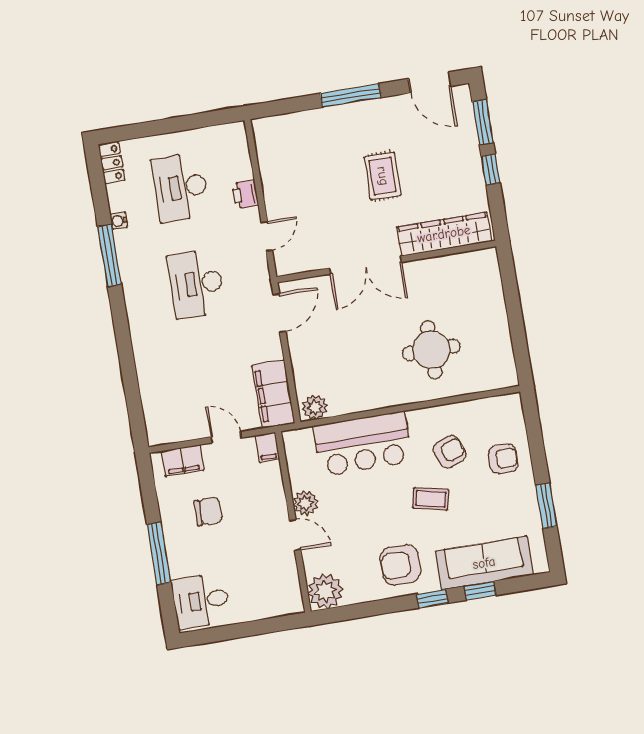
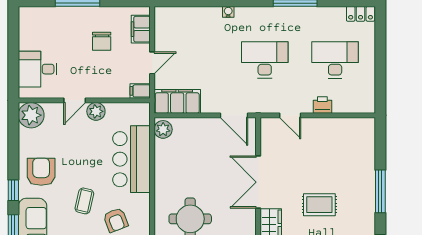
water cooler: (119, 221) -> (228, 12), moved
desk: (201, 601) -> (38, 69), moved, turned -90

